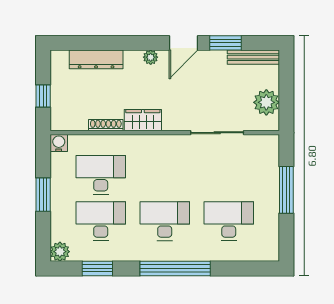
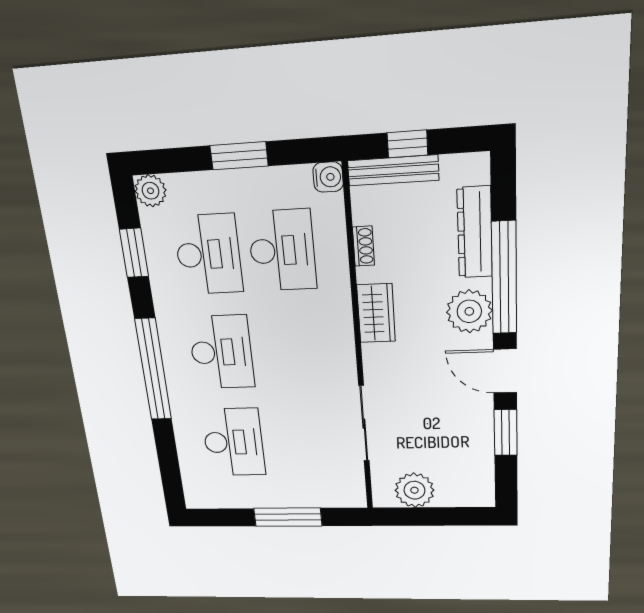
window: (124, 43) -> (504, 278), added
plant: (151, 57) -> (469, 311), width x1.88, depth x1.88
bench: (253, 57) -> (393, 170), moved, turned 90
shoe rack: (106, 125) -> (363, 246), width x0.70

